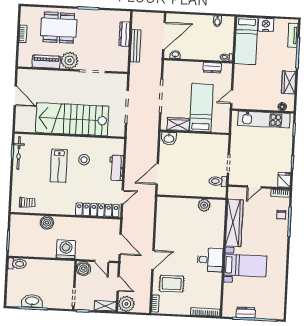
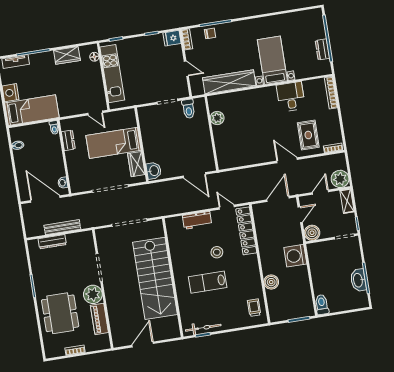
stool: (84, 160) -> (217, 252), moved
lab bench: (59, 166) -> (208, 282), turned 180
desk: (210, 260) -> (291, 97), moved

